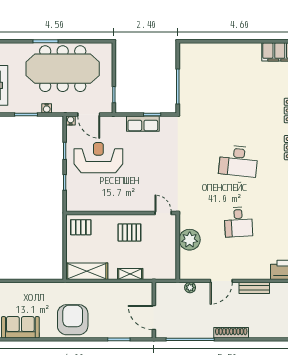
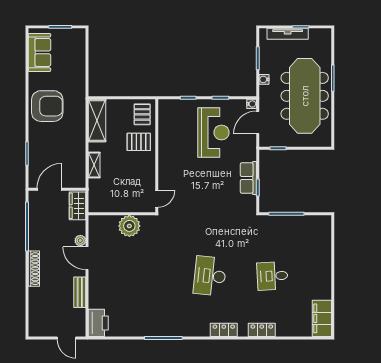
desk: (238, 222) -> (272, 276), moved
pallet: (129, 233) -> (139, 142), moved, turned 90
plant: (190, 288) -> (80, 240), moved
wardrobe: (170, 290) -> (78, 206), added

